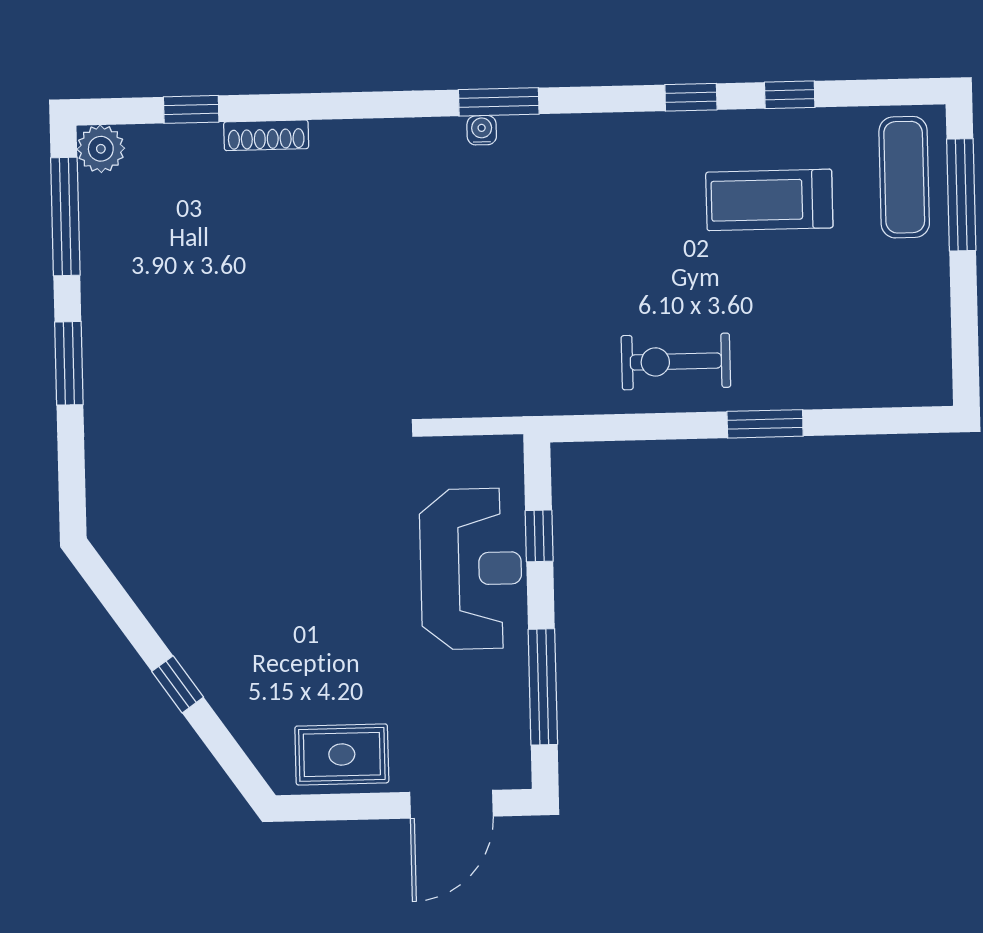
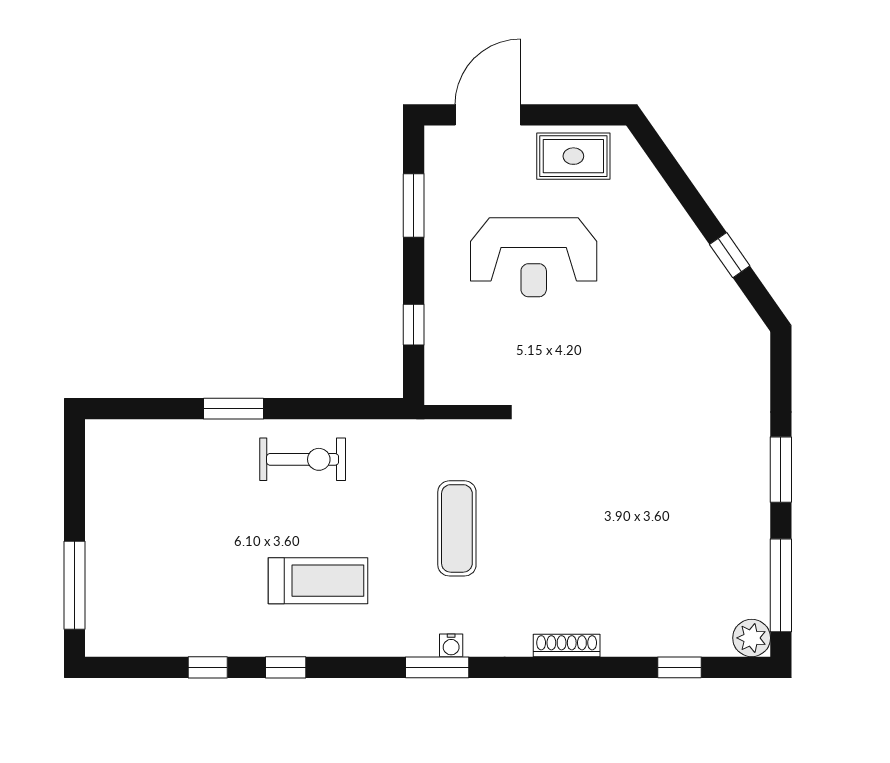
shoe rack: (266, 135) -> (567, 645), moved
exercise mat: (904, 177) -> (457, 528), moved
treadmill: (769, 200) -> (318, 581), moved
reception desk: (471, 569) -> (534, 257), moved, turned -90
window: (178, 684) -> (730, 255), moved
window: (543, 687) -> (414, 206), width x0.69

